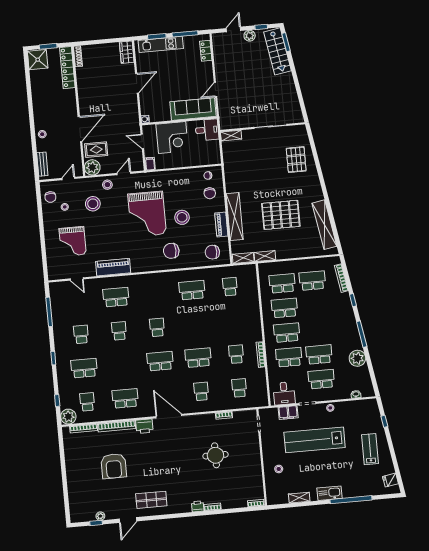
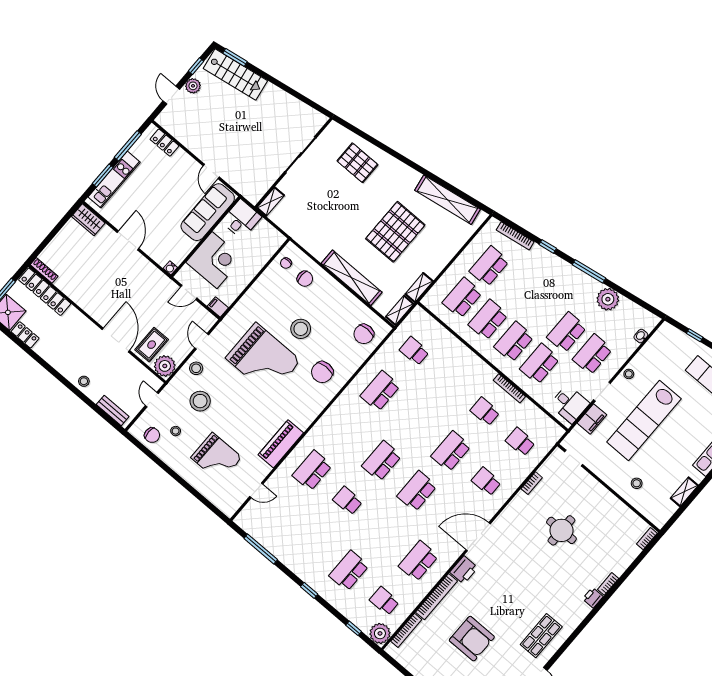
locker: (35, 80) -> (25, 335), added
piano: (221, 224) -> (346, 298), removed
school desk: (157, 327) -> (382, 461), width x1.85
school desk: (81, 334) -> (314, 540), removed

